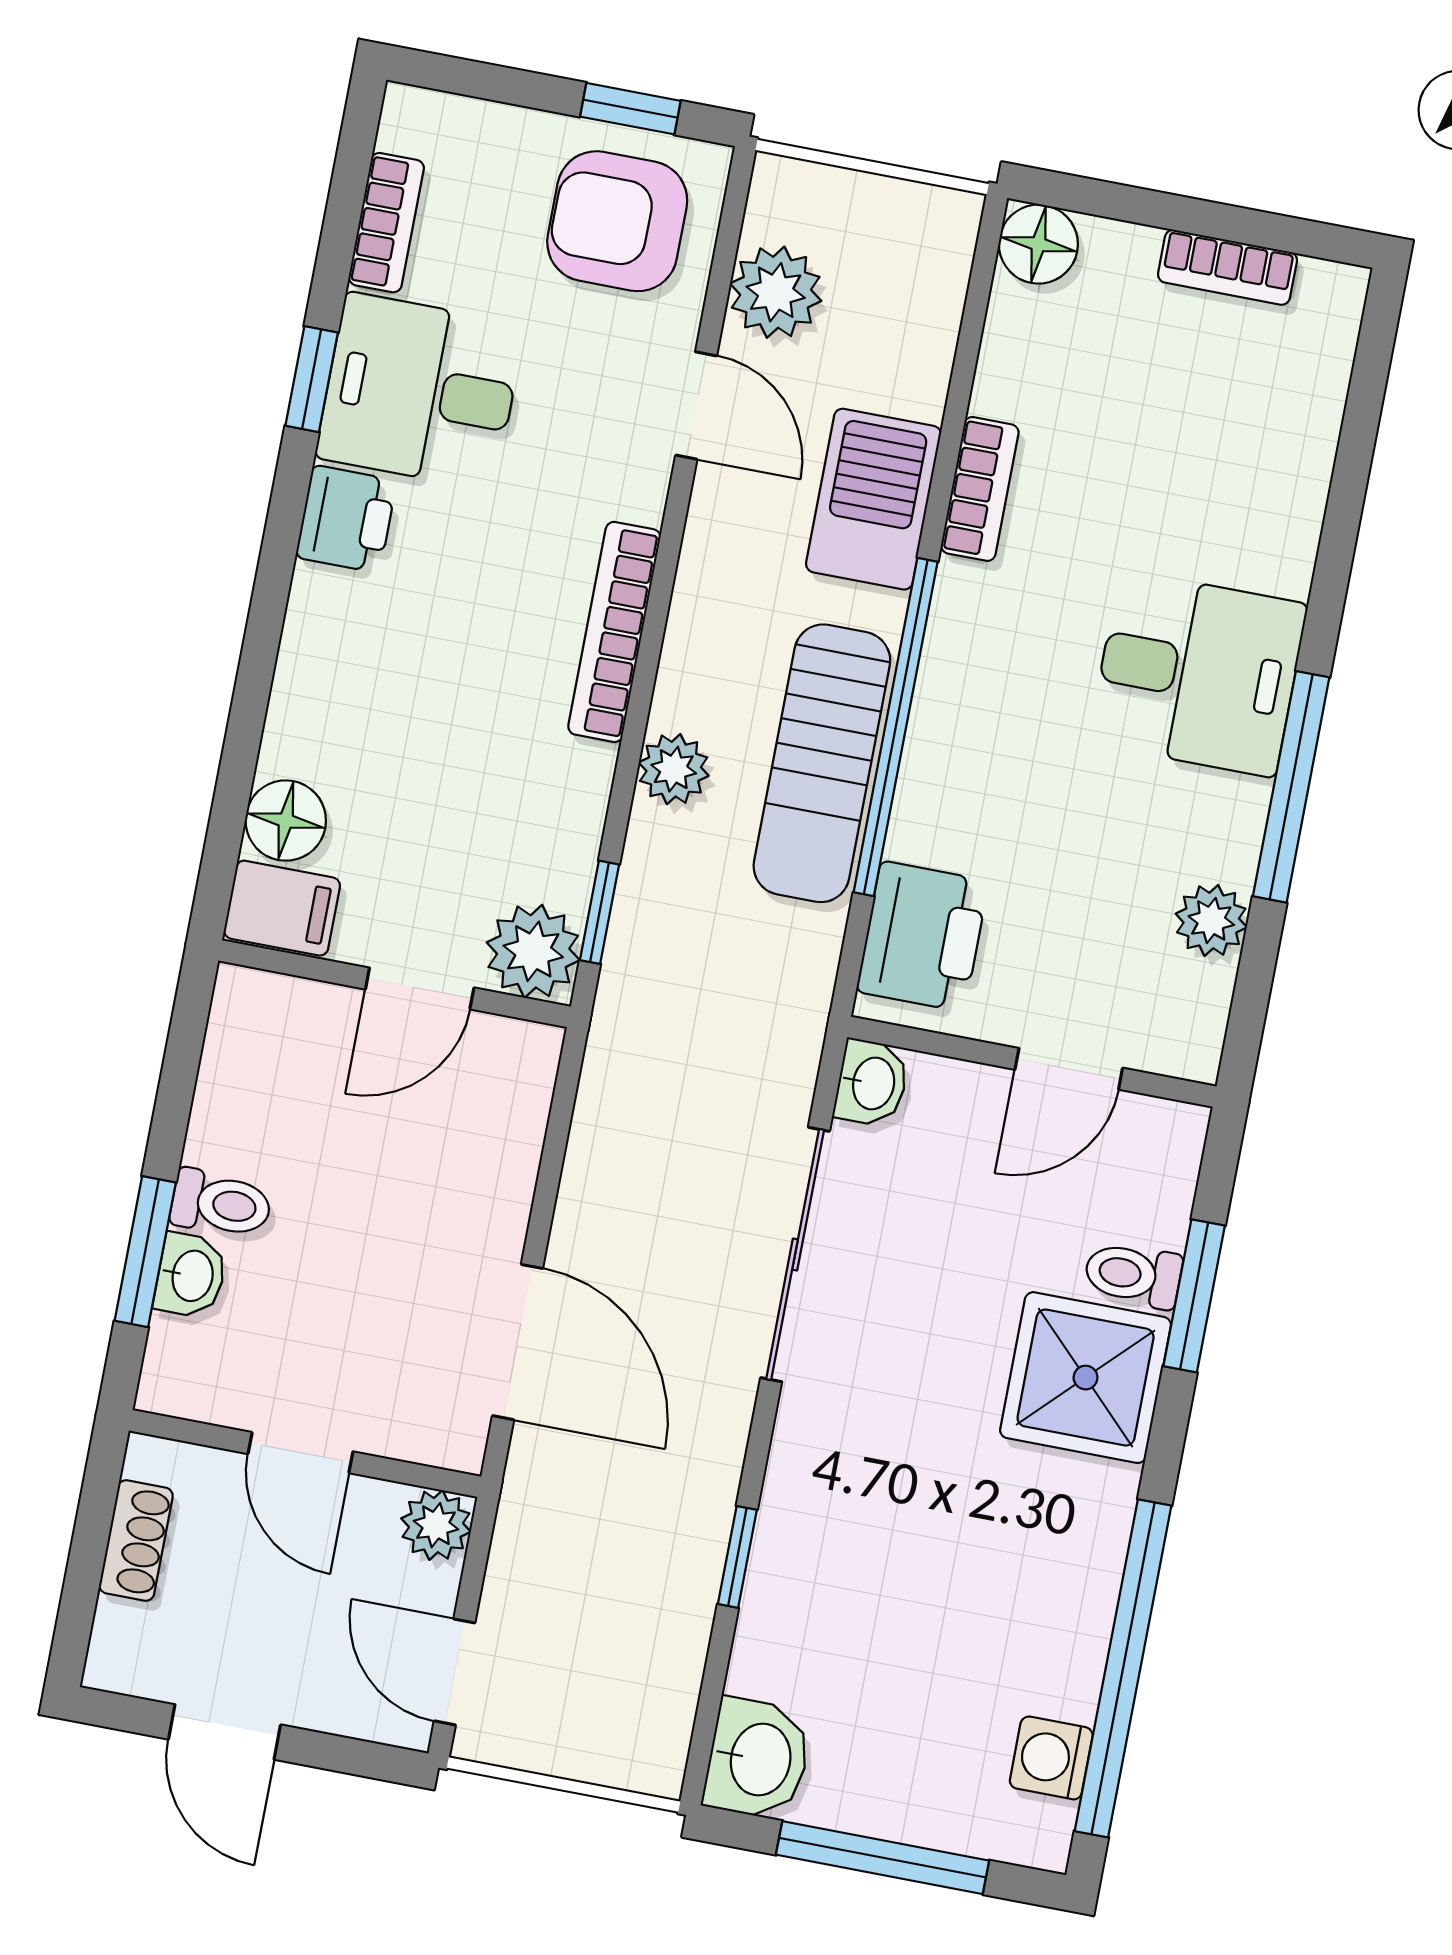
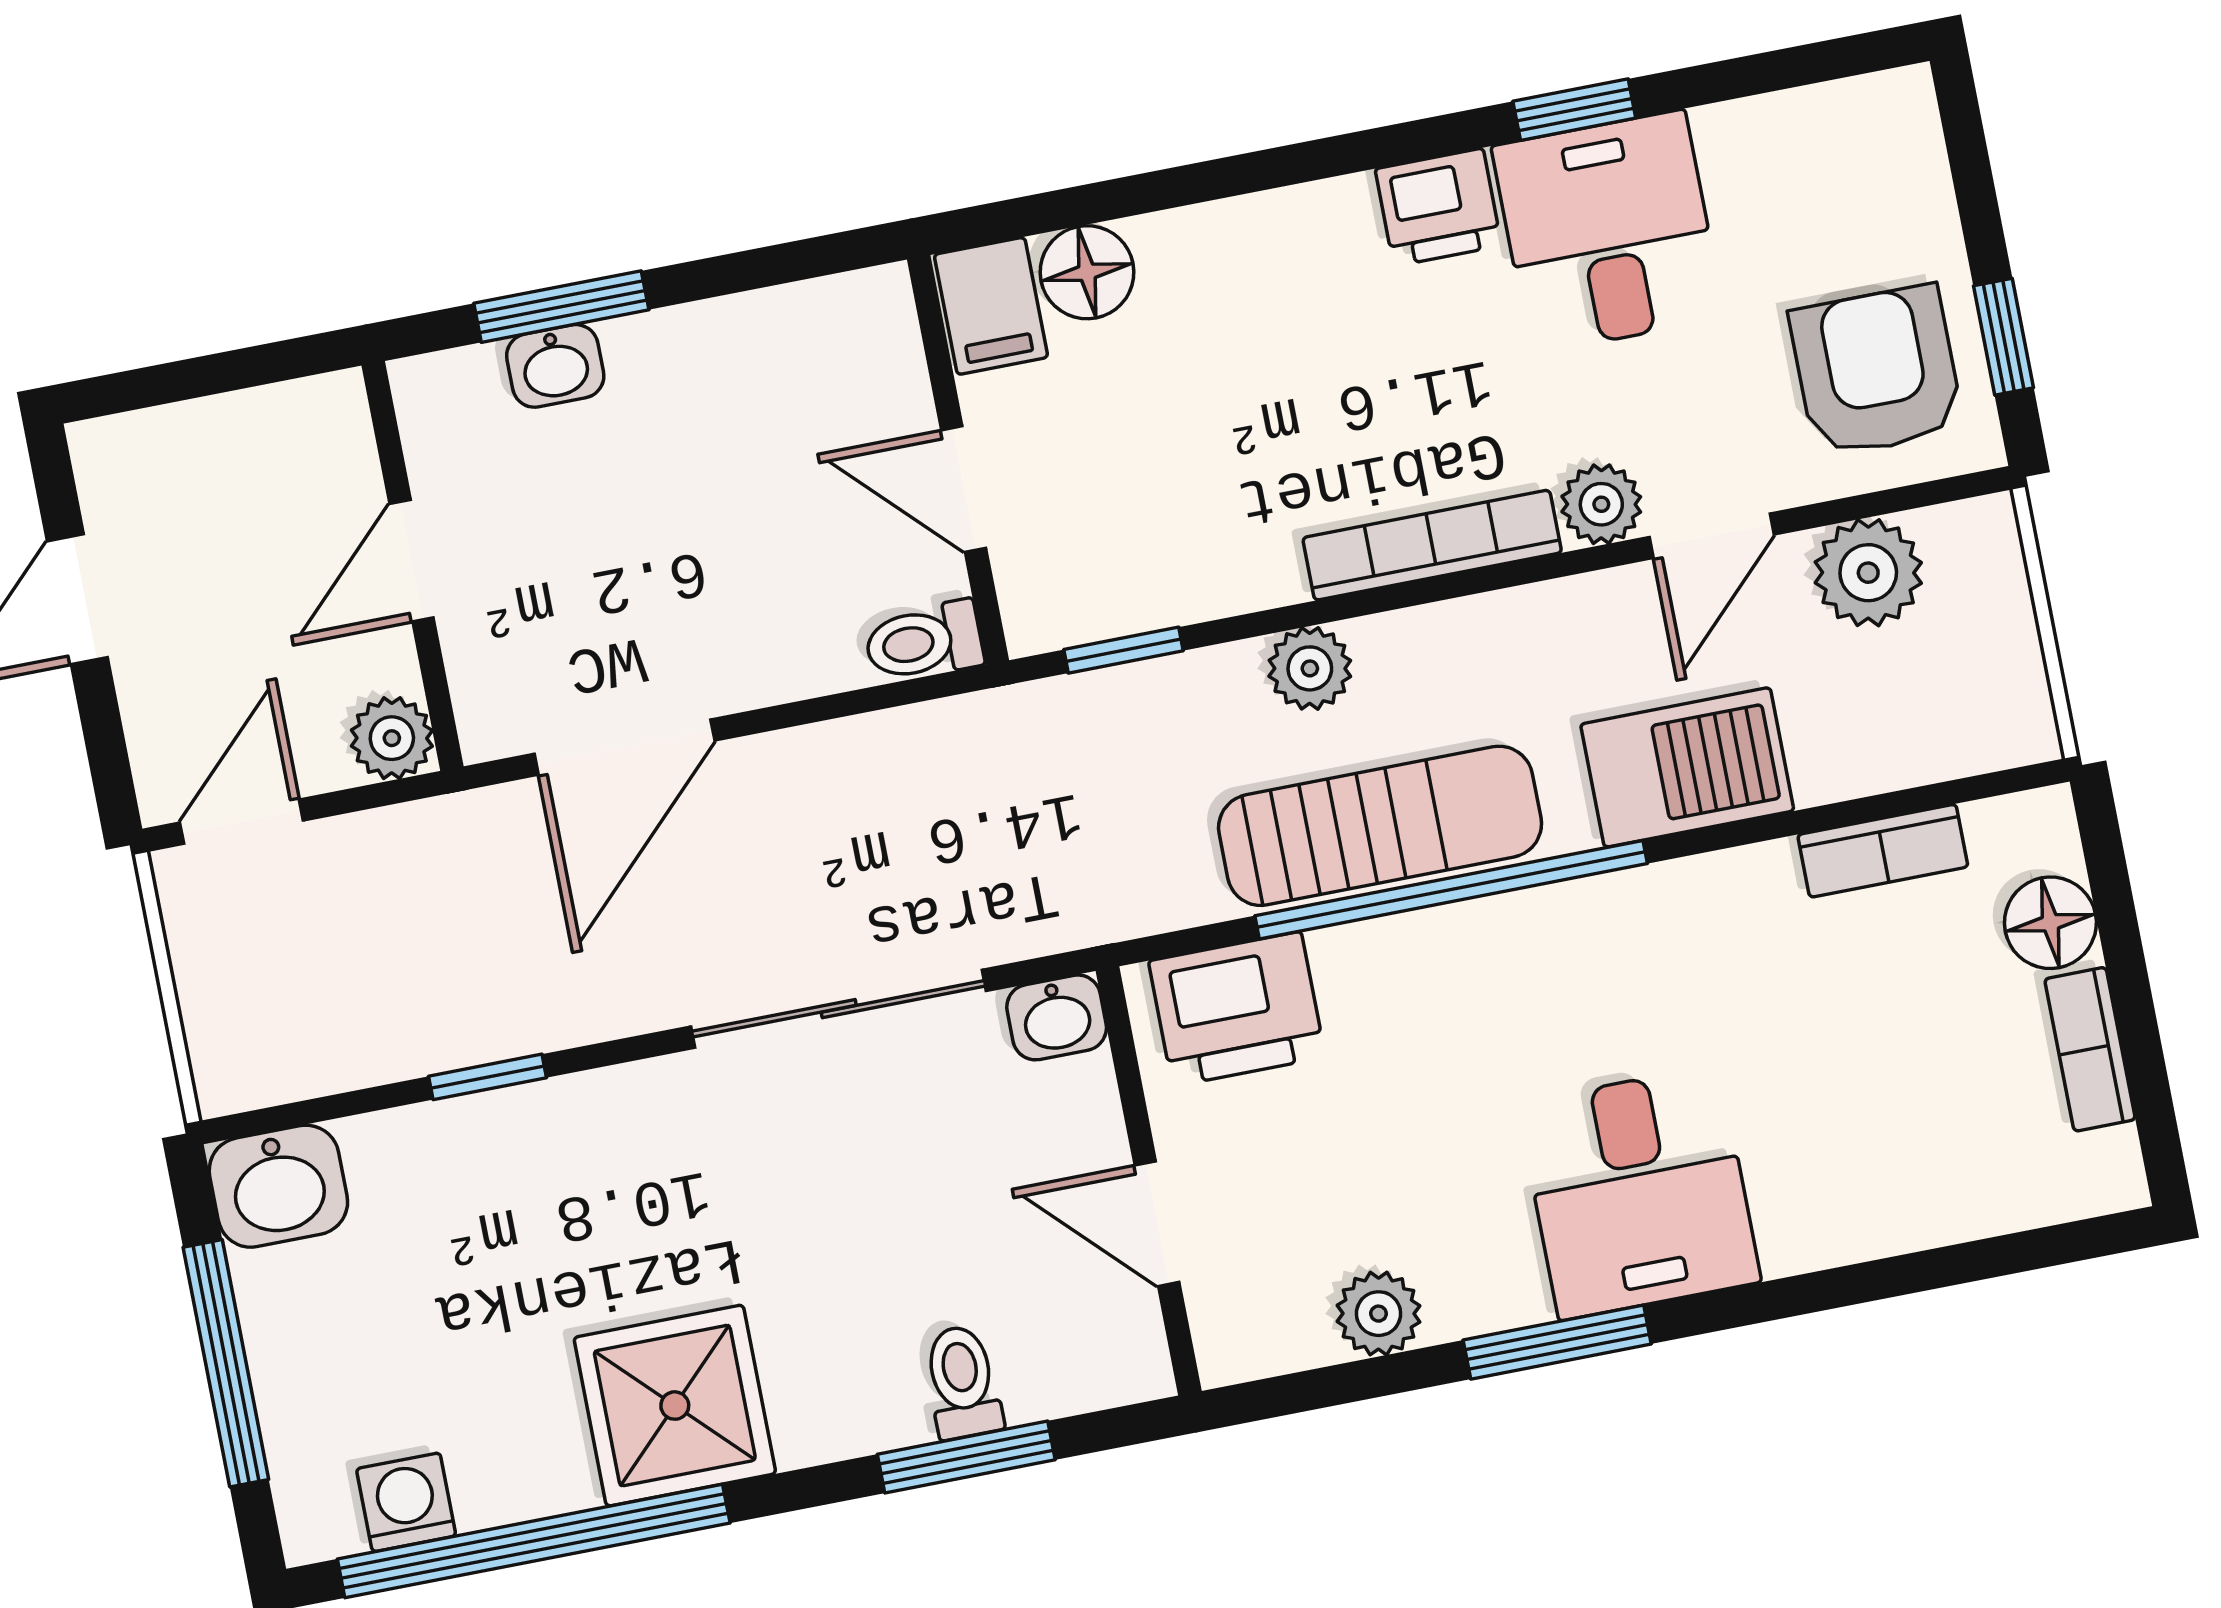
bookcase: (386, 223) -> (1775, 123), removed
floor lamp: (1038, 244) -> (2050, 923), moved
bookcase: (980, 489) -> (1883, 851), moved
sun lounger: (822, 763) -> (1380, 826), turned 180
window: (1291, 787) -> (1557, 1342), width x0.69
plant: (533, 951) -> (1601, 504), moved, width x0.73, depth x0.73
toilet: (221, 1204) -> (924, 642), moved, turned 90
shower: (1086, 1378) -> (675, 1406), moved
shoe rack: (136, 1540) -> (246, 421), removed

